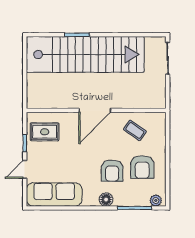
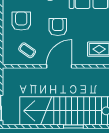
armchair: (112, 171) -> (58, 27), moved

